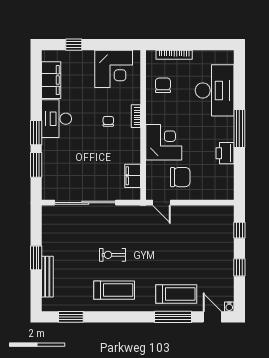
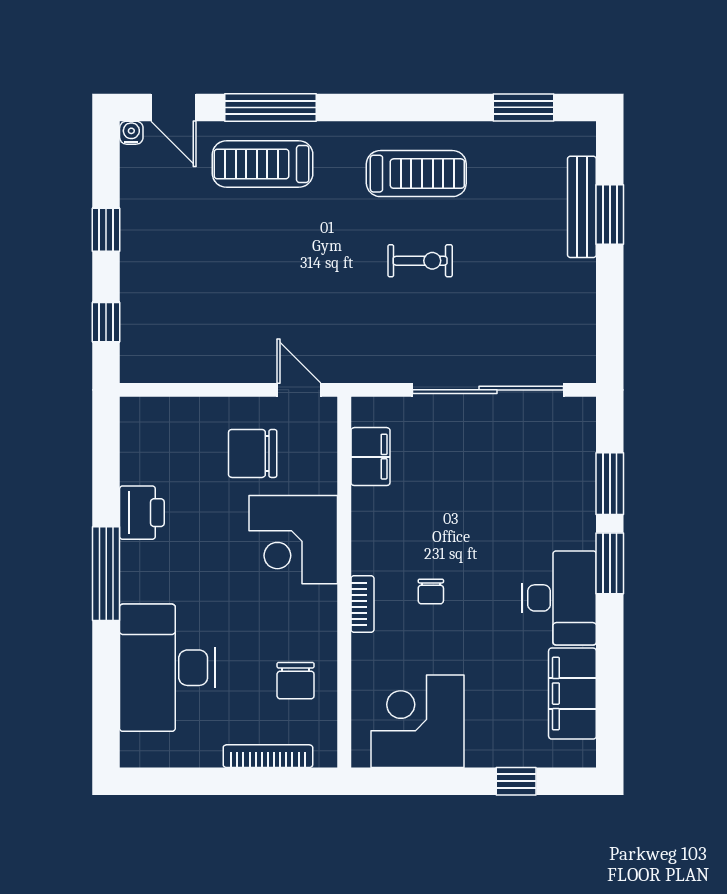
window: (36, 258) -> (610, 214), moved
treadmill: (114, 290) -> (416, 174), turned 180

